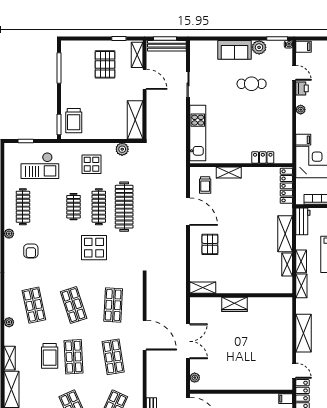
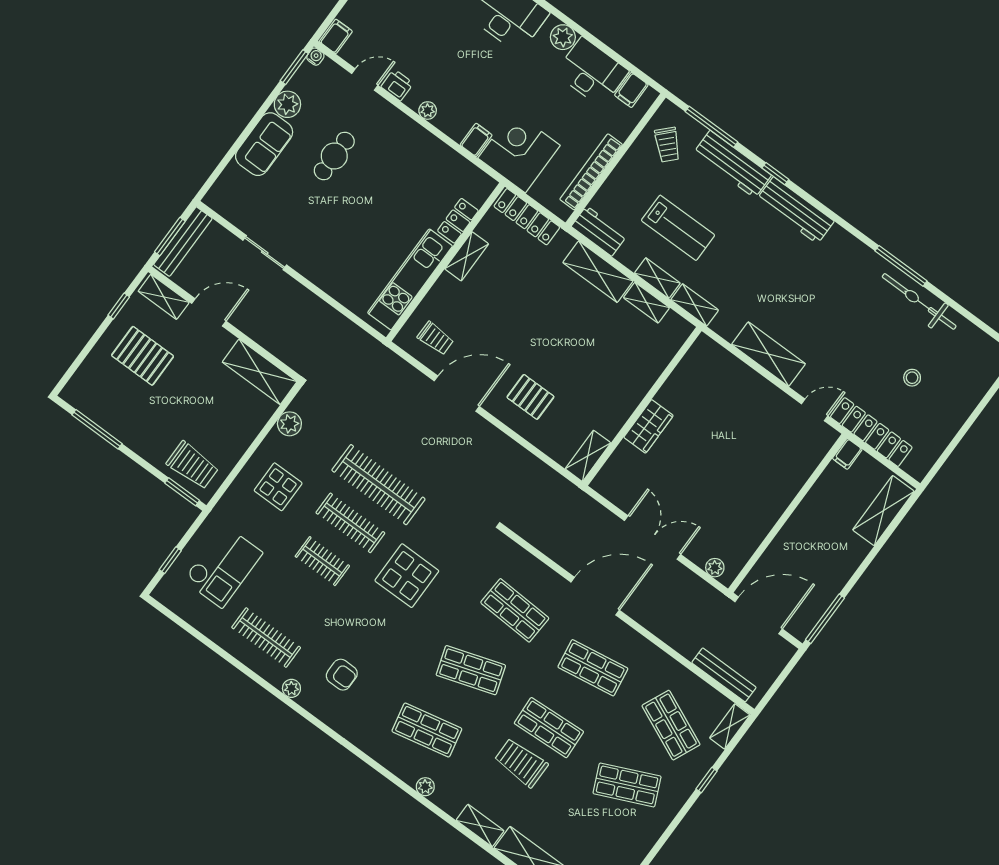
kitchen unit: (198, 133) -> (410, 279), moved, turned -90
shelving: (229, 172) -> (467, 256), moved
trolley: (50, 356) -> (521, 763), turned 180

